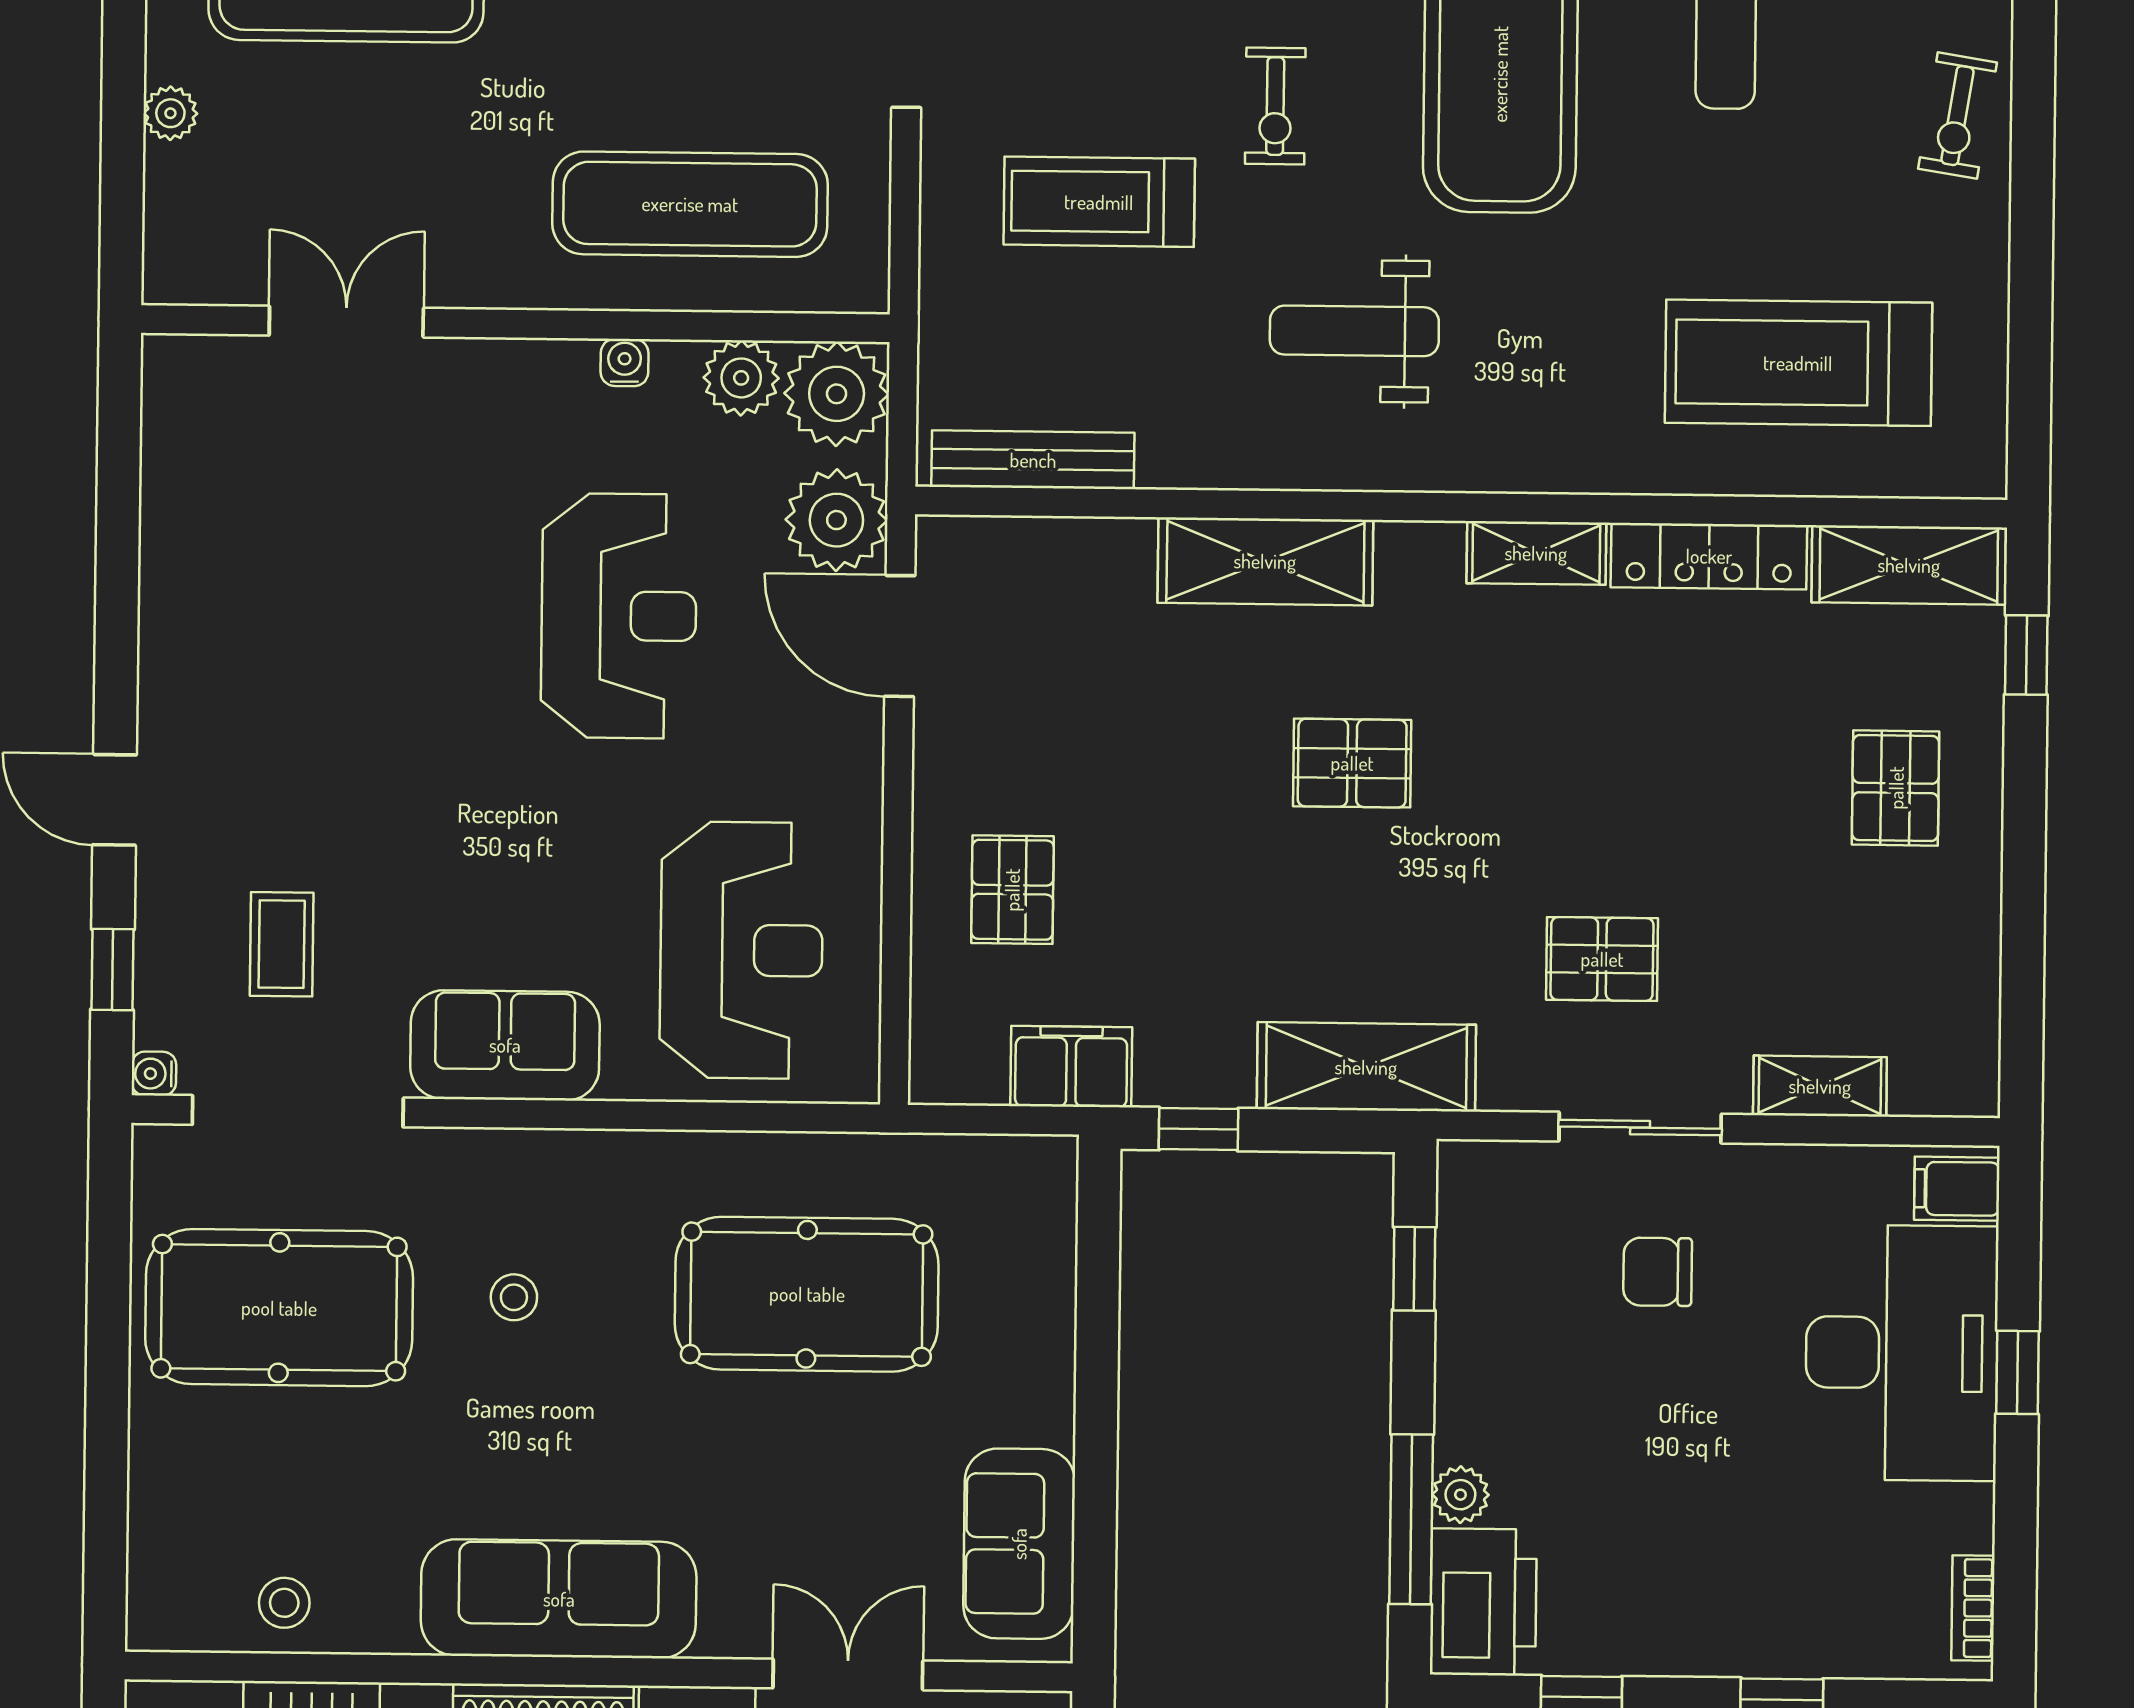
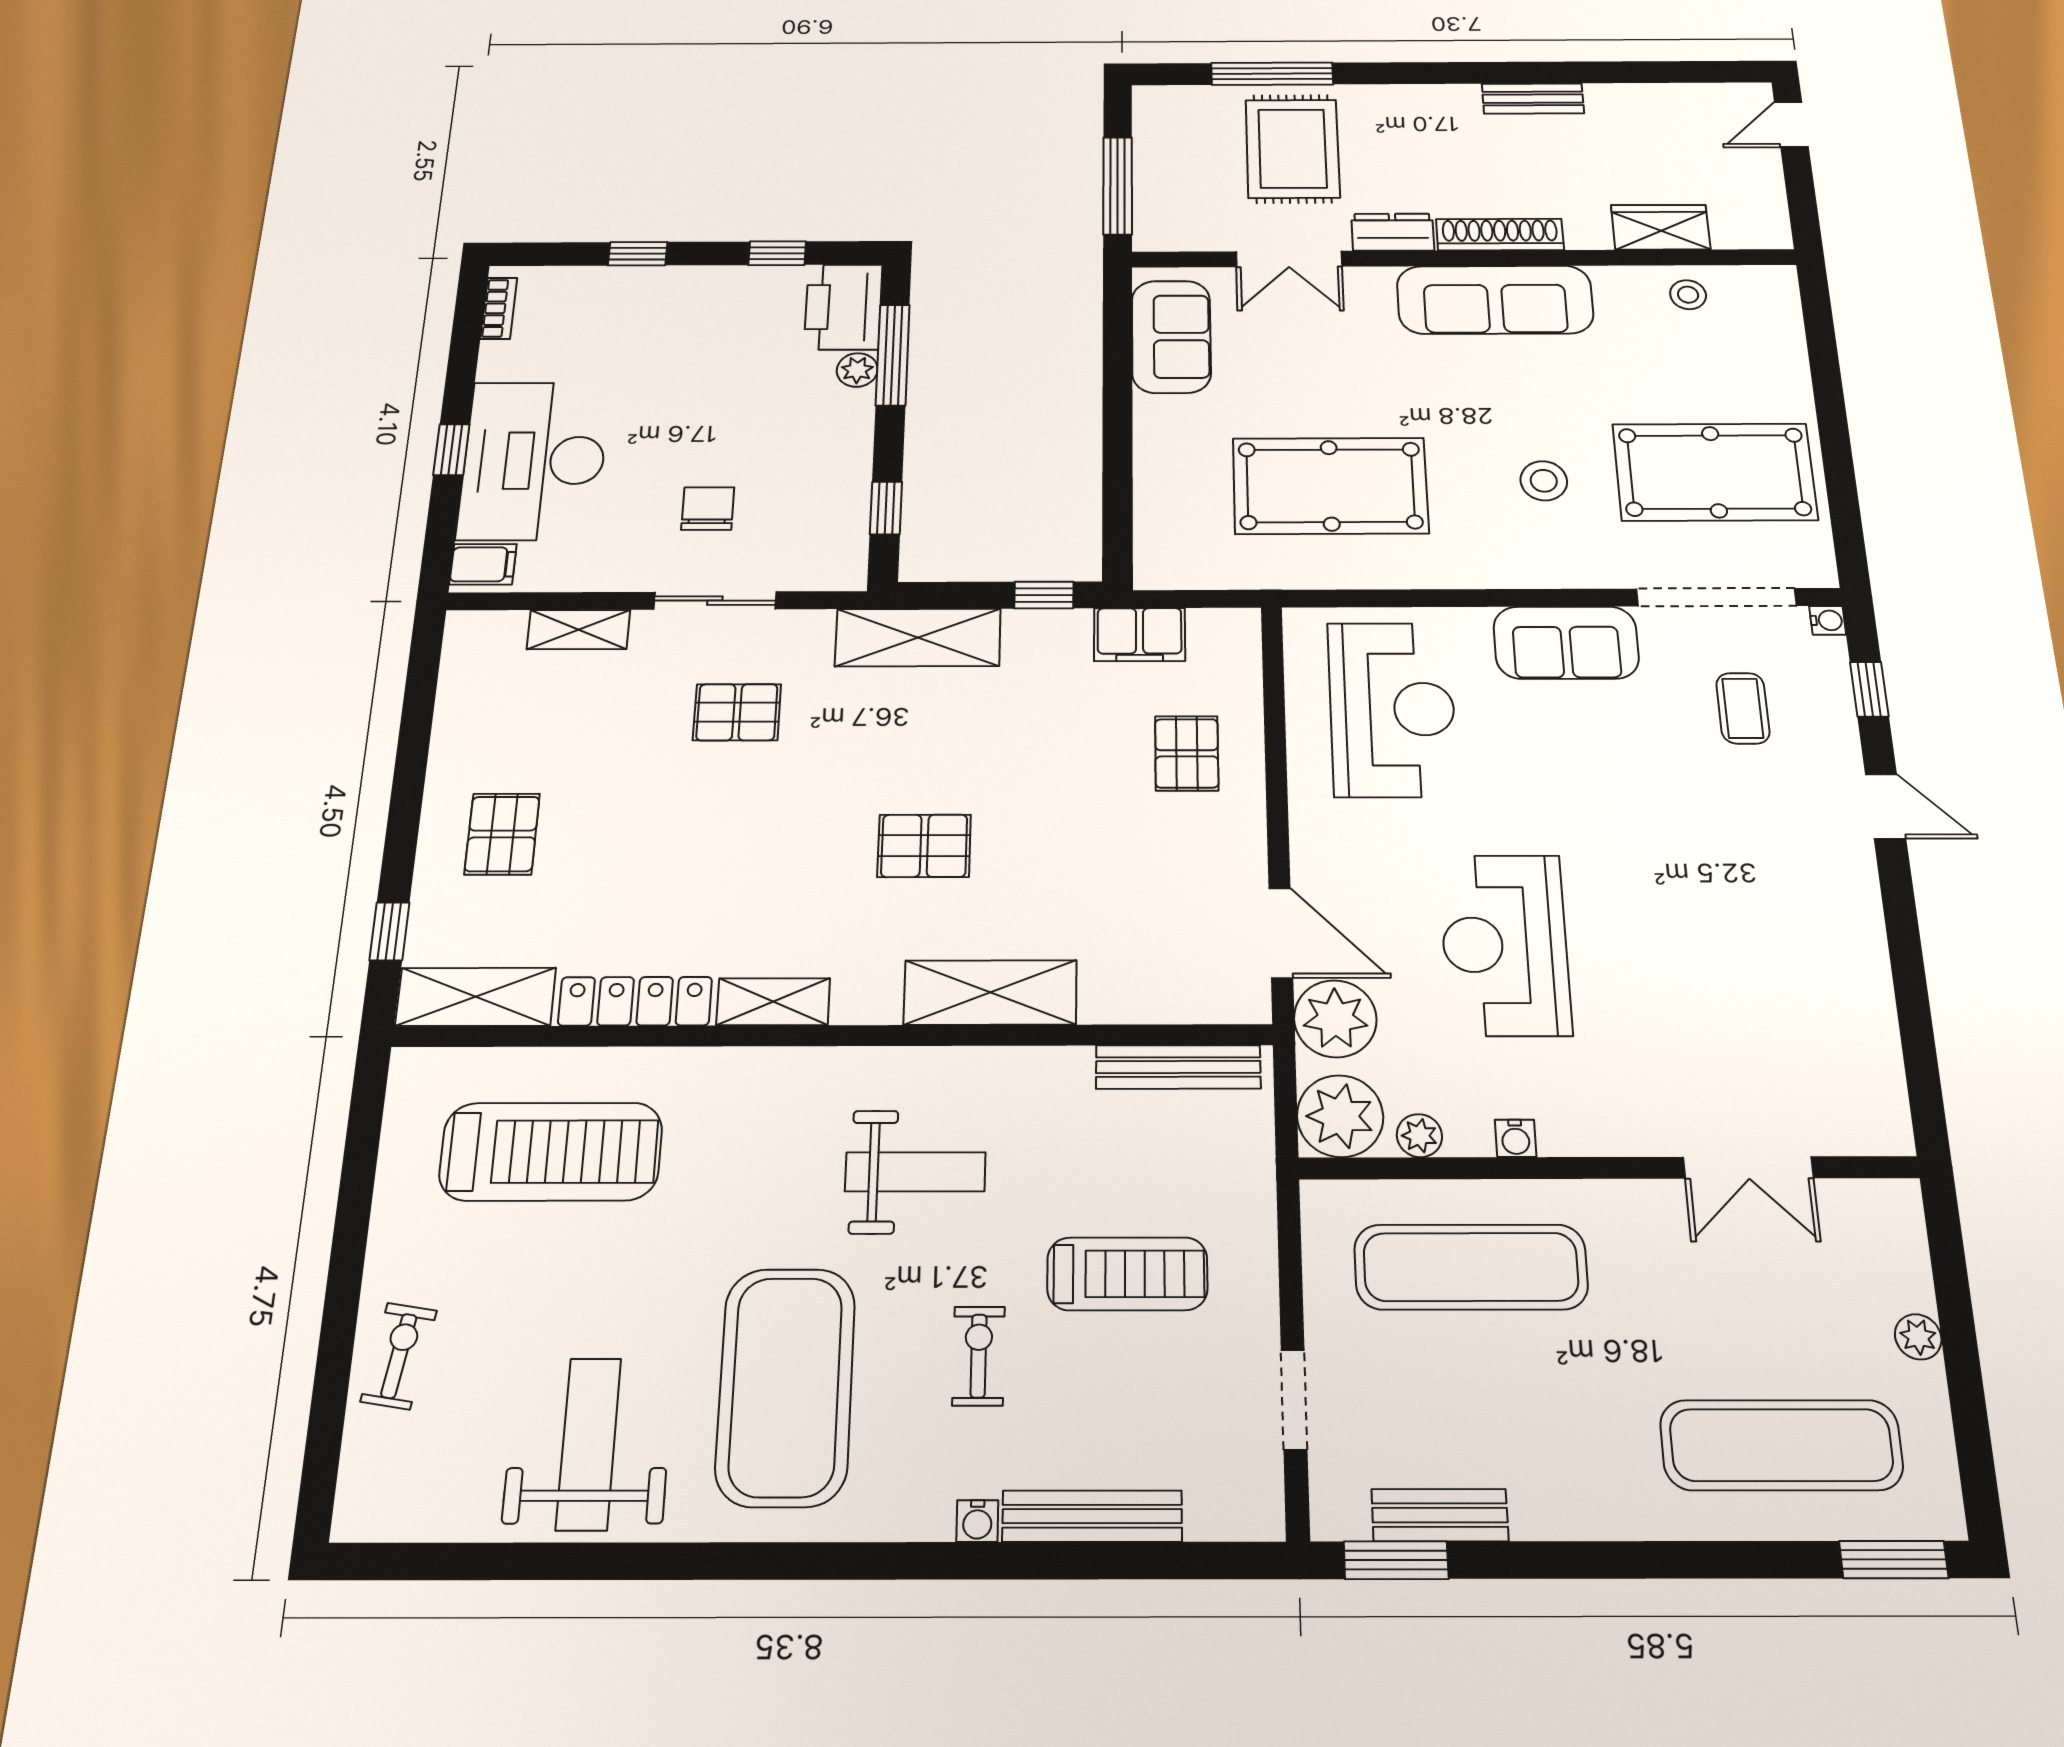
plant: (741, 378) -> (1419, 1136), width x0.73, depth x0.73
reception desk: (741, 950) -> (1392, 709), turned 180
chair: (1658, 1272) -> (708, 508), turned -90
stool: (514, 1297) -> (1544, 481), width x1.37, depth x1.37

